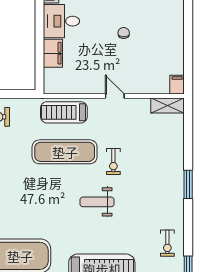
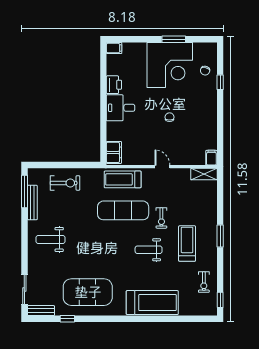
filing cabinet: (53, 53) -> (114, 152), moved
treadmill: (146, 194) -> (187, 243), added

